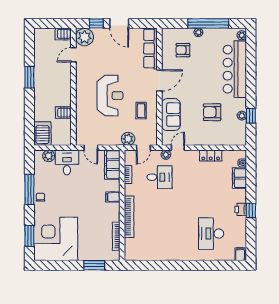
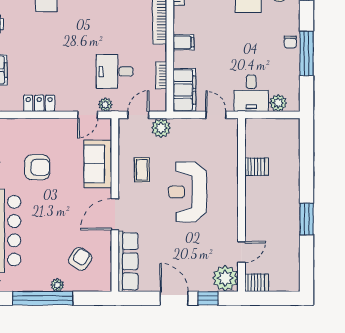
armchair: (183, 50) -> (80, 259), turned -58
server rack: (42, 134) -> (287, 136), removed

